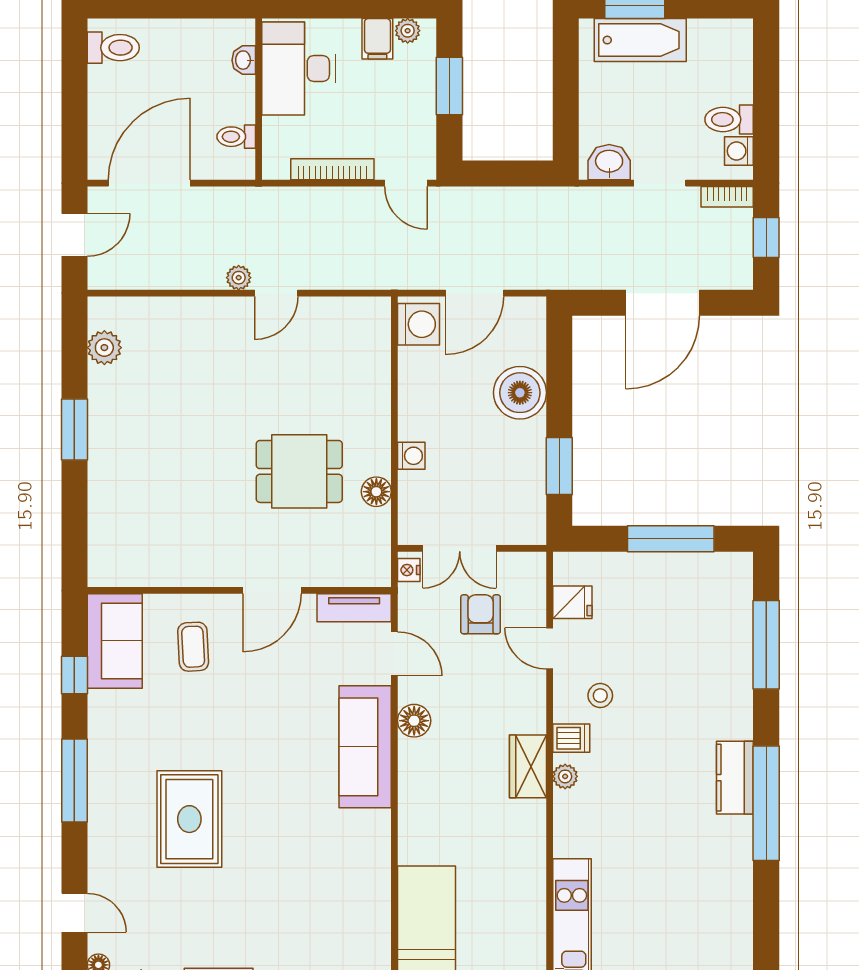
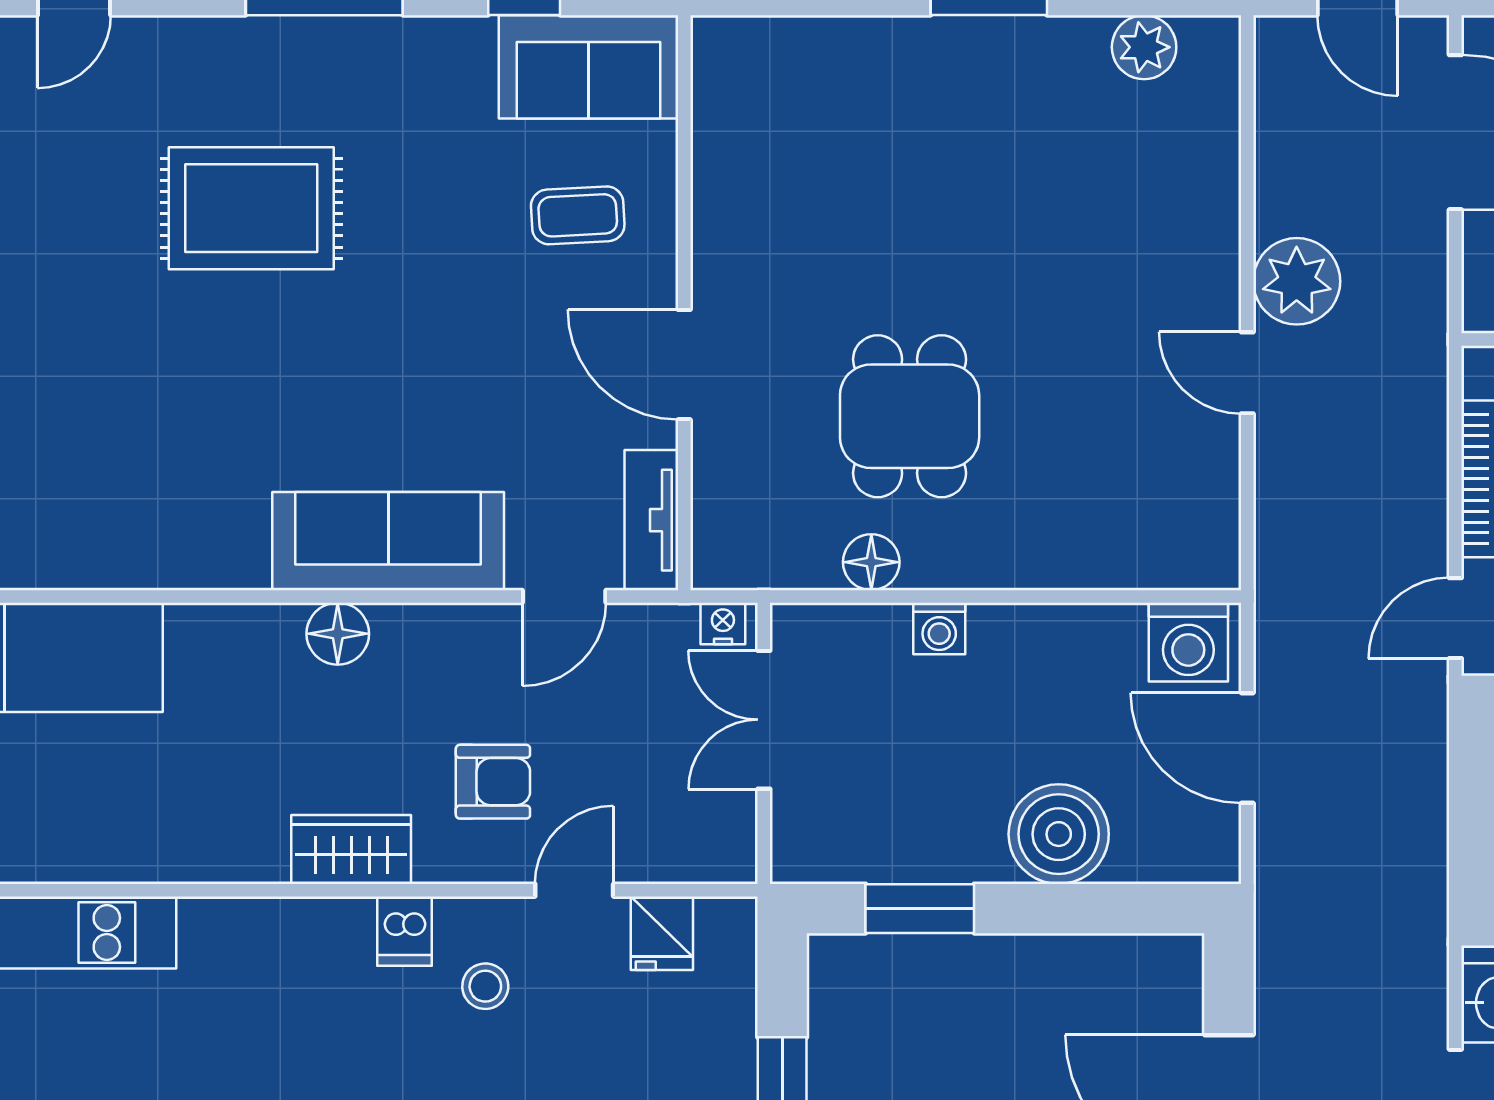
plant: (239, 278) -> (1297, 281), width x1.87, depth x1.87
armchair: (481, 614) -> (493, 782), moved
floor lamp: (414, 721) -> (338, 634), moved
plant: (565, 776) -> (332, 920), removed

